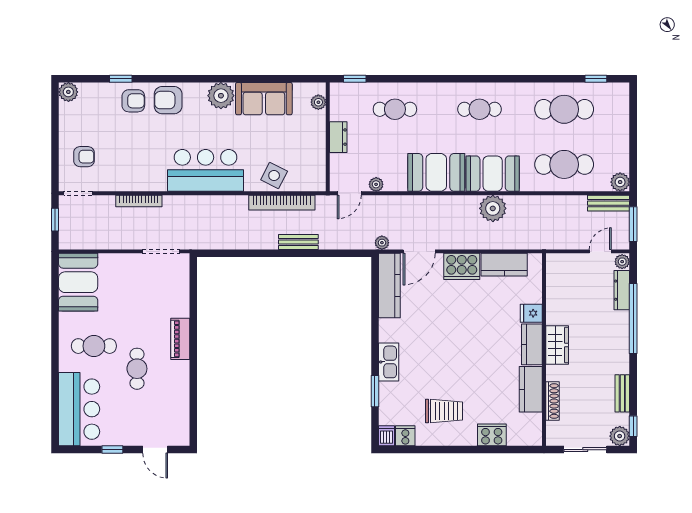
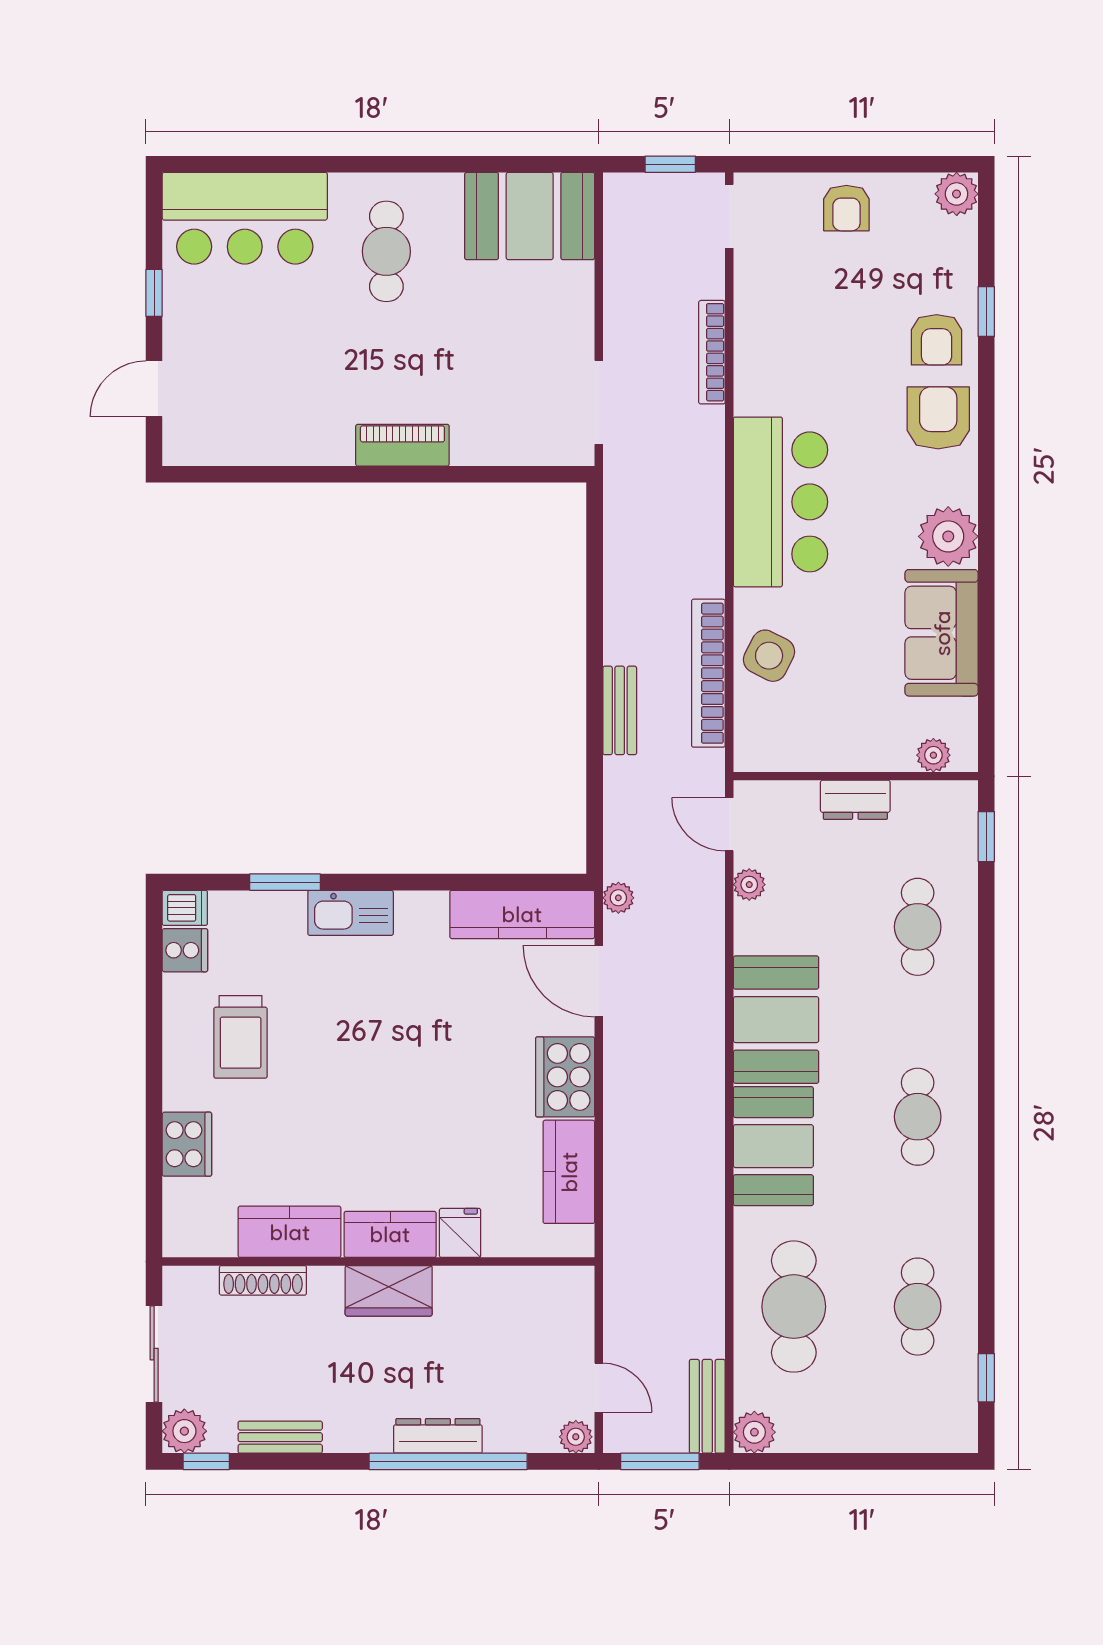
cafe table: (564, 109) -> (918, 1307), width x0.73, depth x0.74
armchair: (84, 157) -> (846, 208), moved
plant: (493, 208) -> (695, 1146), removed
dresser: (622, 290) -> (438, 1436), moved
cafe table: (137, 369) -> (335, 348), removed

